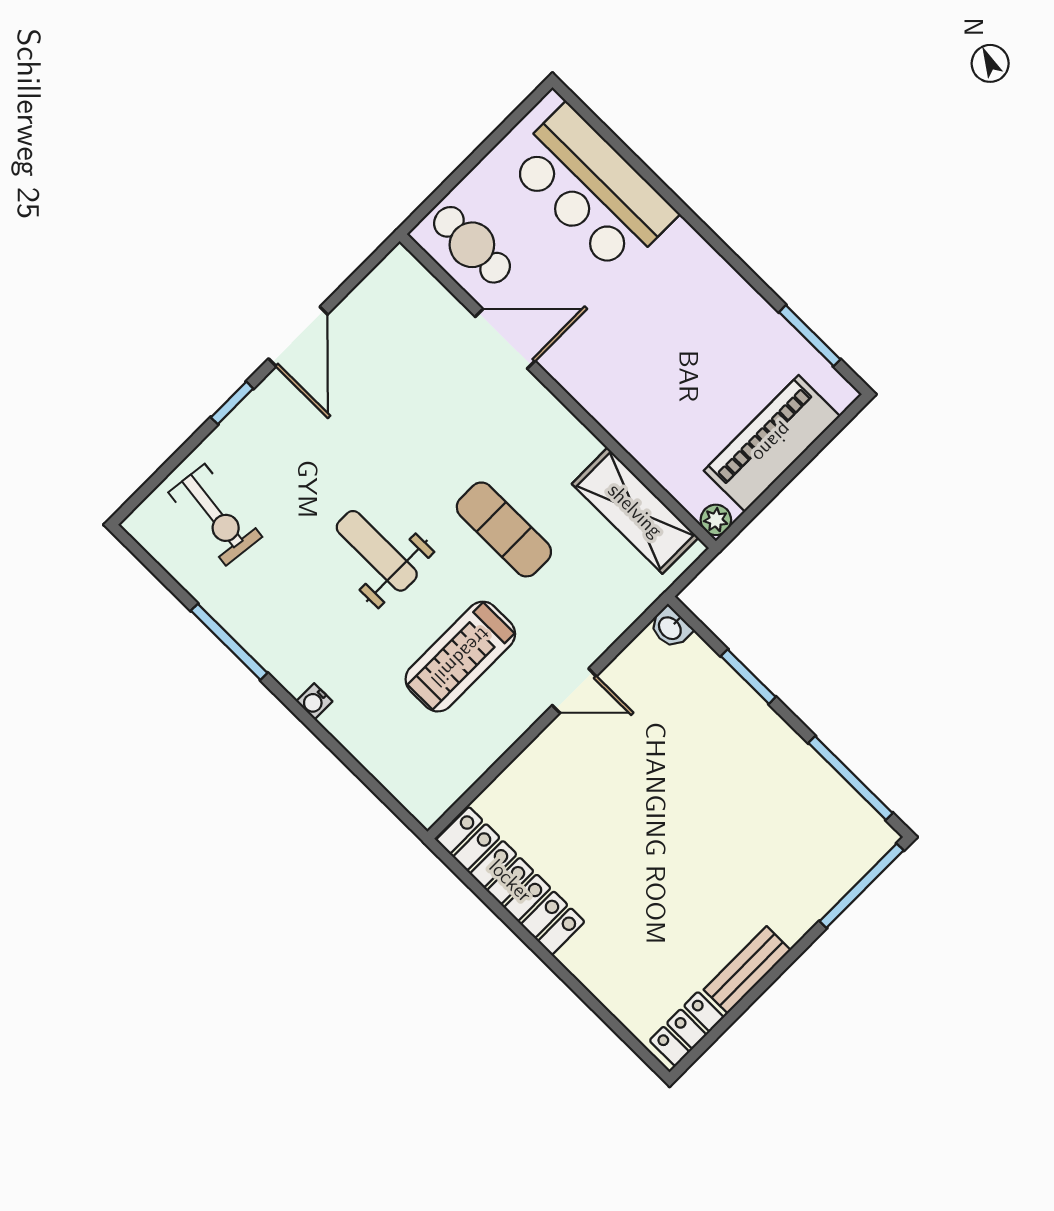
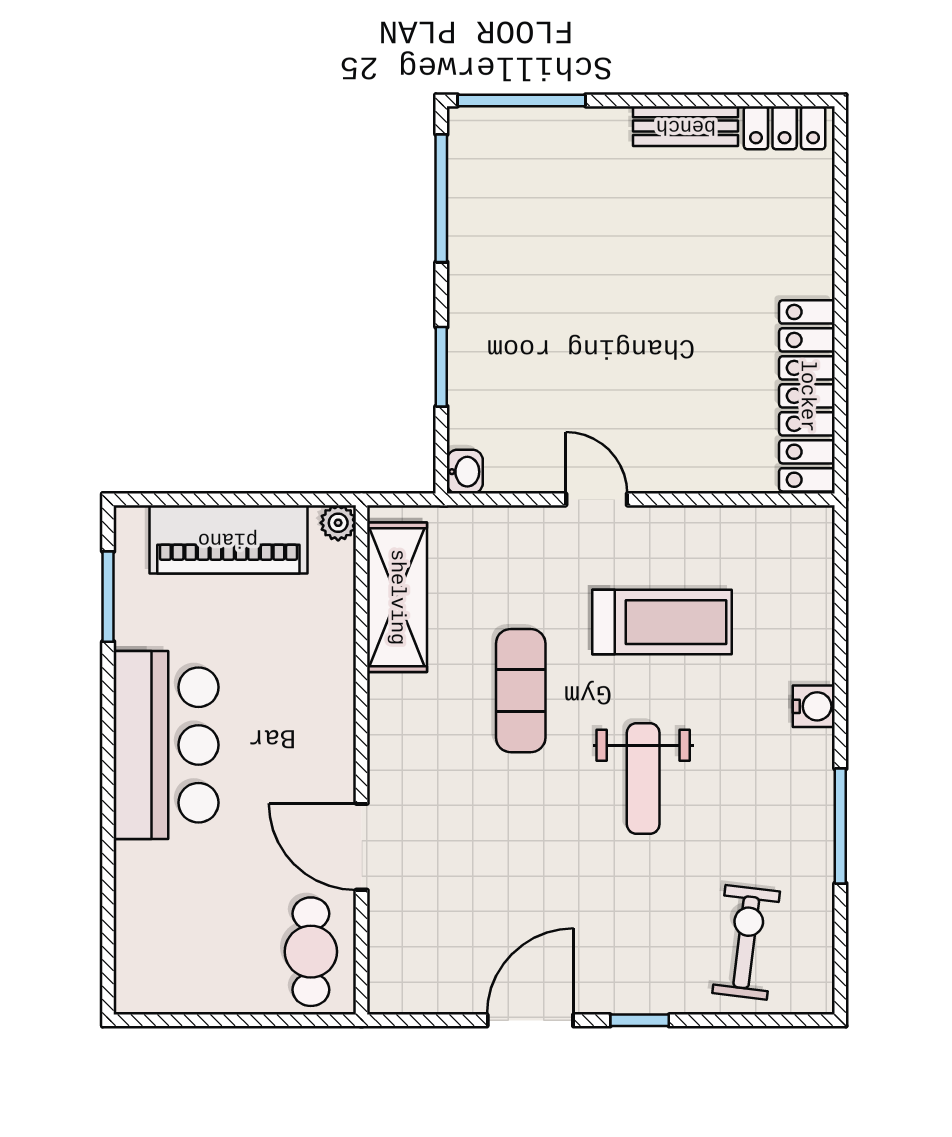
bar counter: (592, 189) -> (166, 745), moved
water cooler: (314, 701) -> (814, 706), width x1.38, depth x1.38

